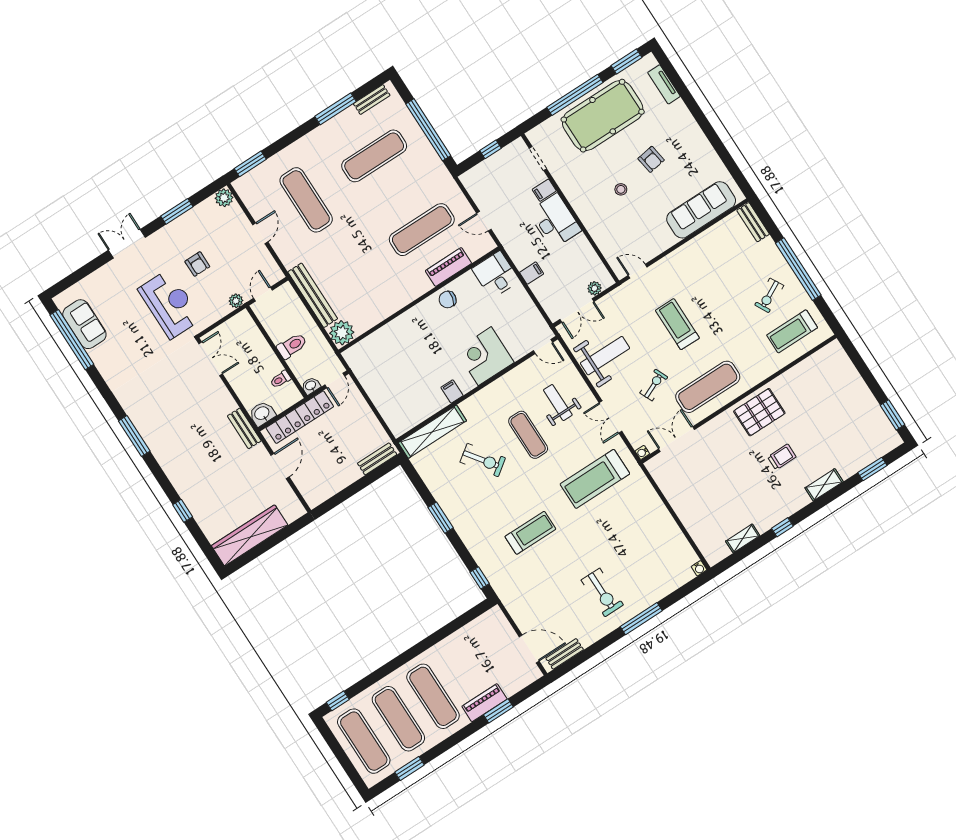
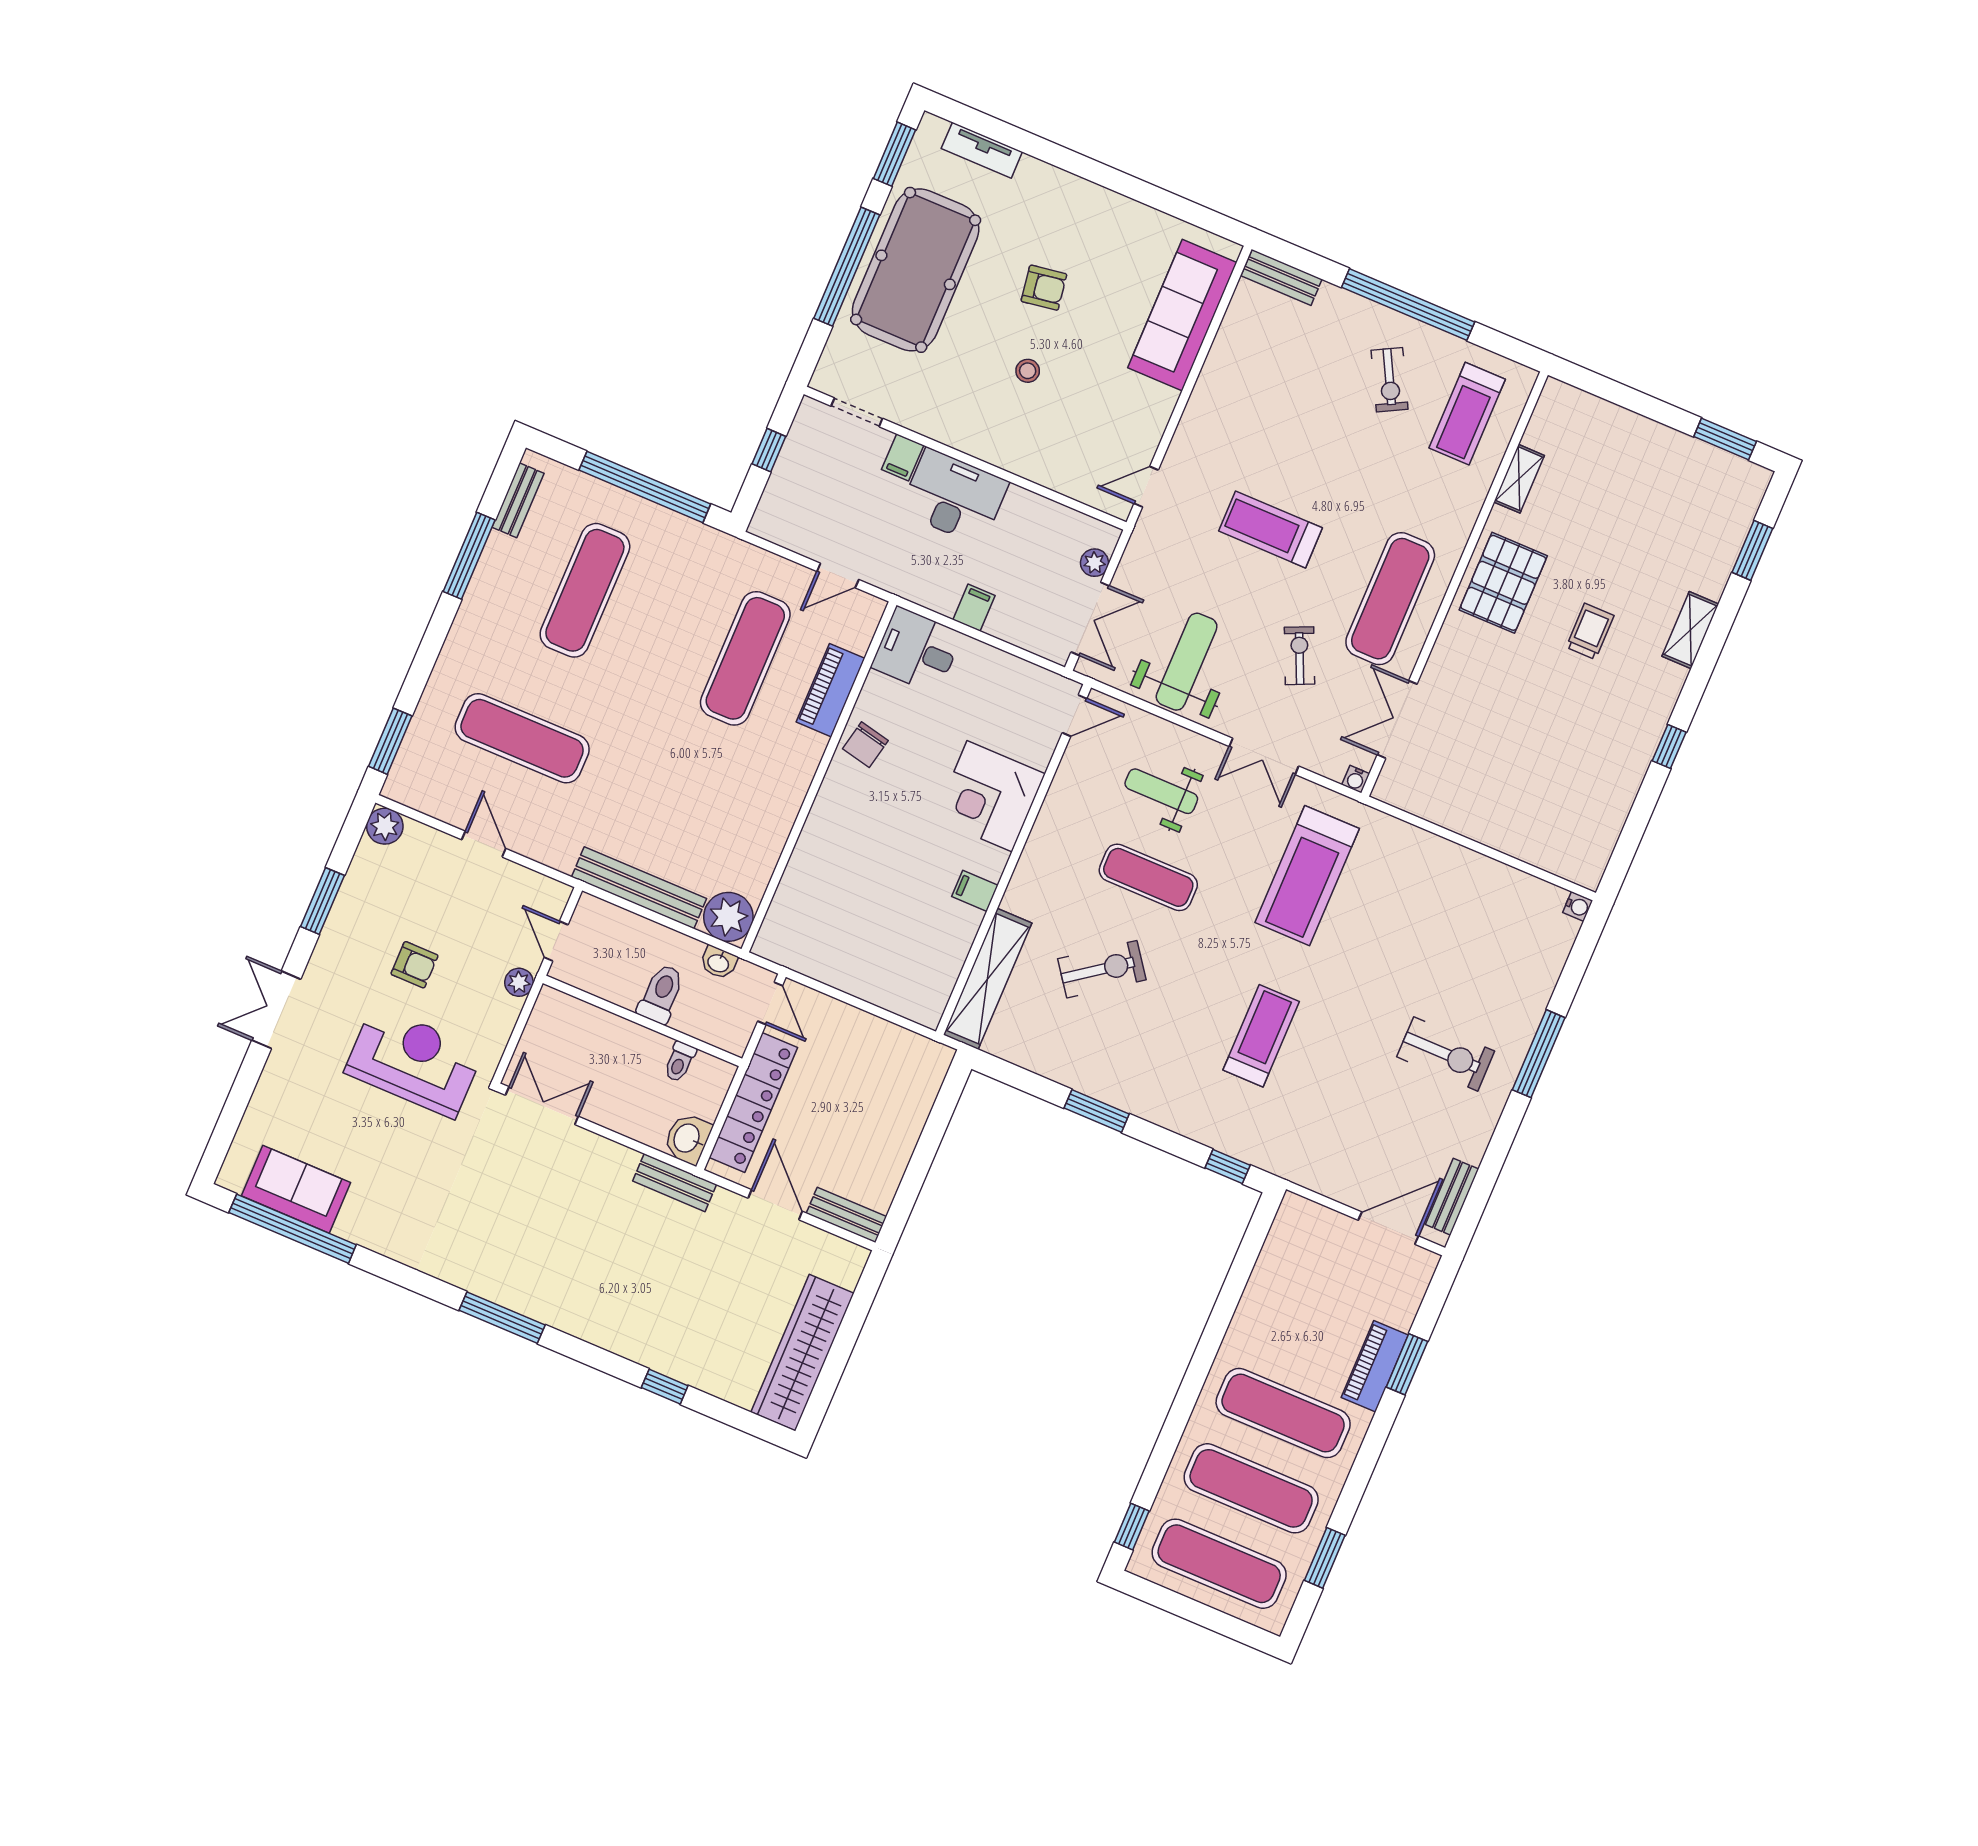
washbasin: (311, 386) -> (718, 963), moved, turned -90
bench: (377, 459) -> (846, 1215), moved, turned 90
shelving: (743, 538) -> (1519, 479), moved

